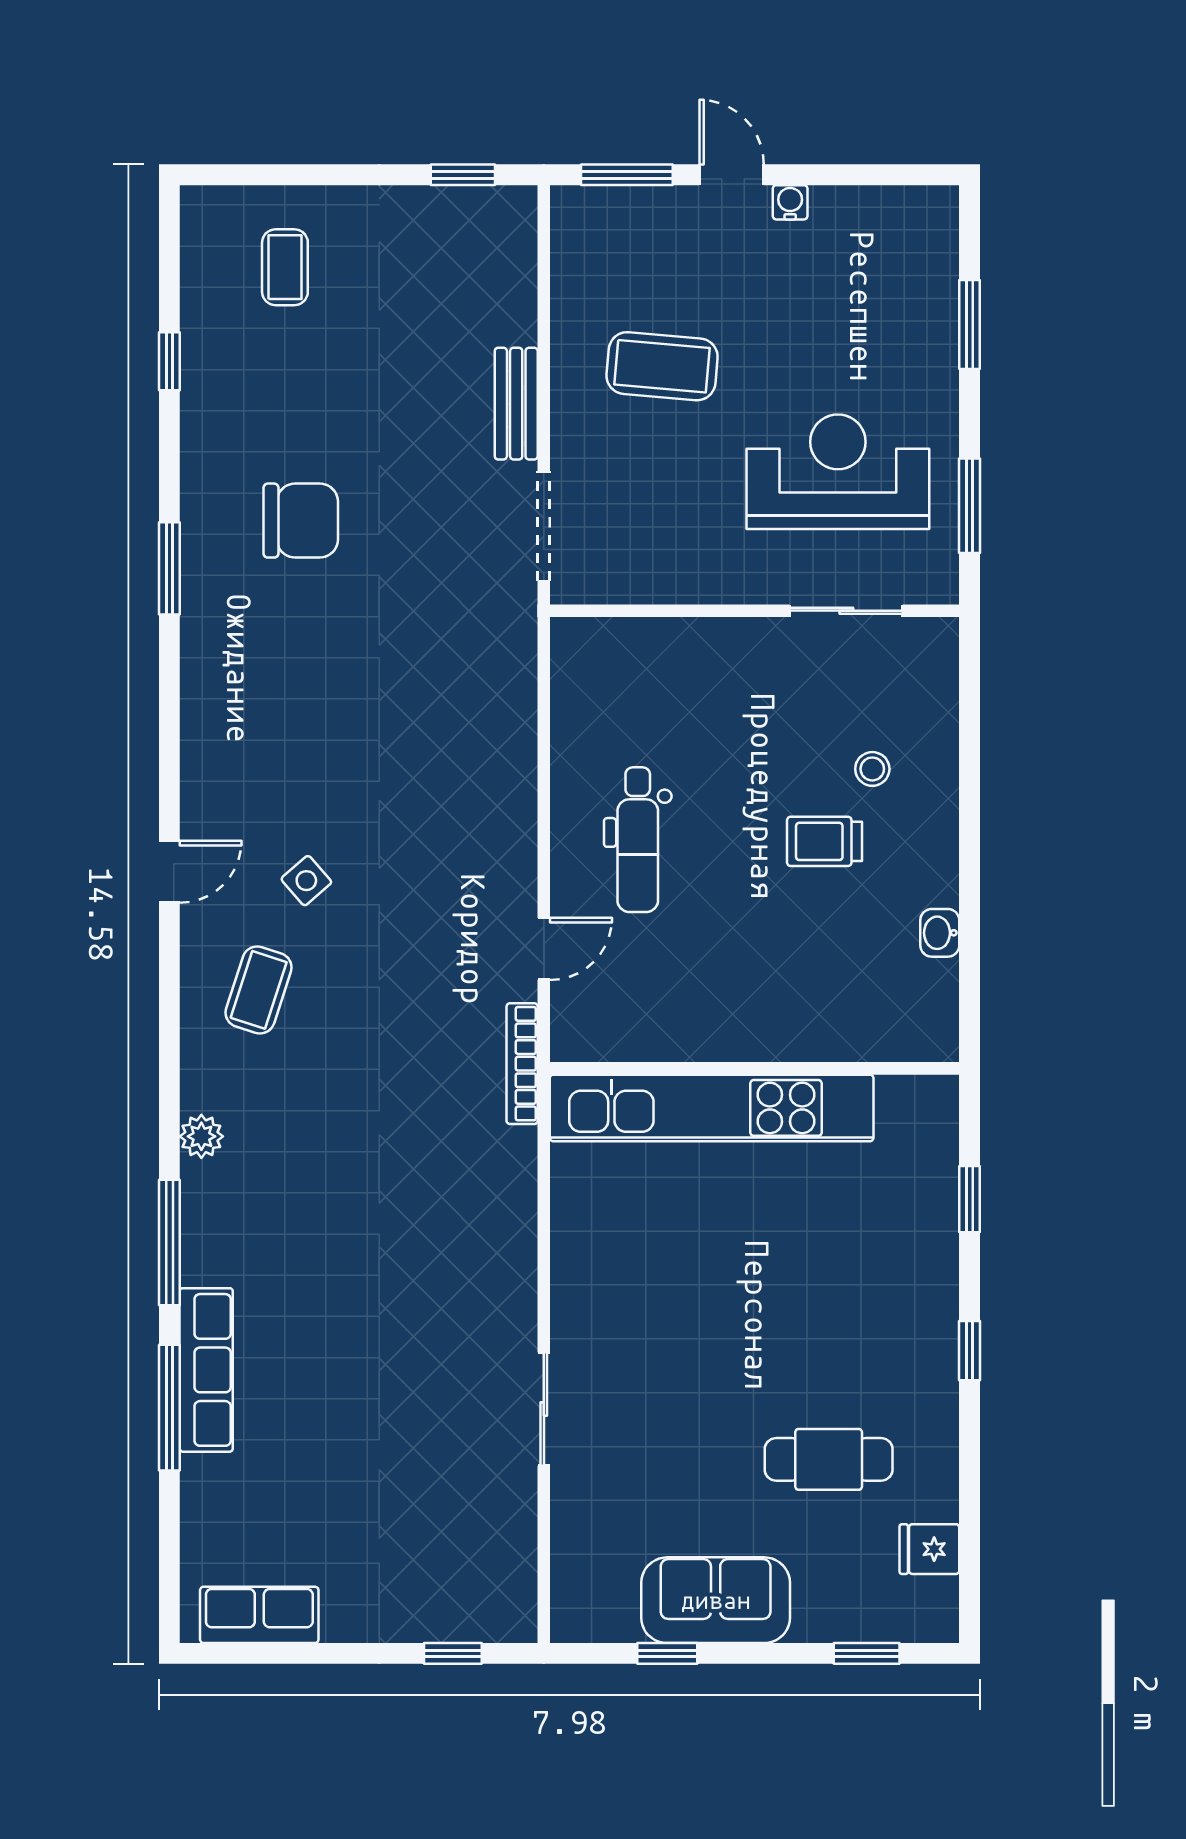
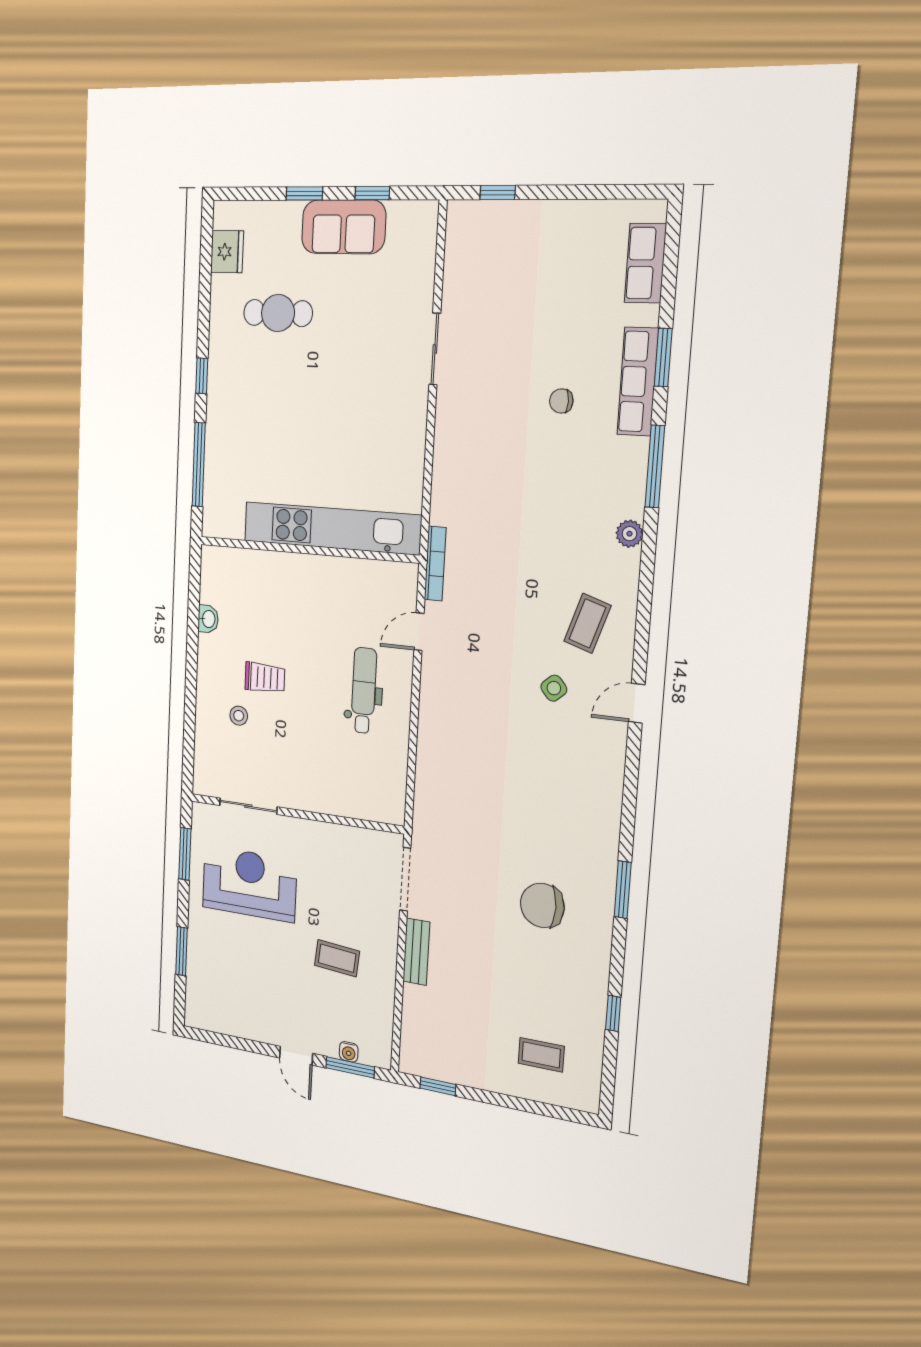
water cooler: (790, 202) -> (349, 1052), moved
coffee table: (285, 267) -> (541, 1055), turned 90
coffee table: (662, 366) -> (337, 958), width x0.73, depth x0.77
reception desk: (838, 472) -> (249, 884), turned 180
window: (969, 1199) -> (199, 465), width x2.17
chair: (326, 1335) -> (561, 401), added
window: (169, 1408) -> (663, 357), width x0.69
fridge: (929, 1549) -> (227, 252), width x1.38
row of seats: (259, 1615) -> (645, 263), moved, turned 90
window: (867, 1653) -> (304, 193), moved

